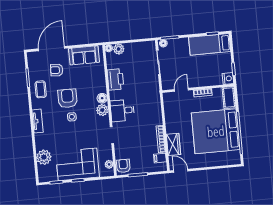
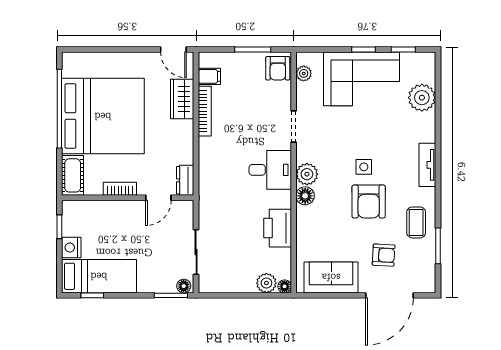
nightstand: (228, 79) -> (71, 248), moved
dresser: (168, 101) -> (185, 180), added

